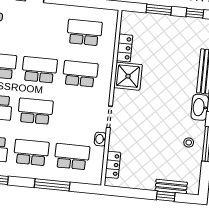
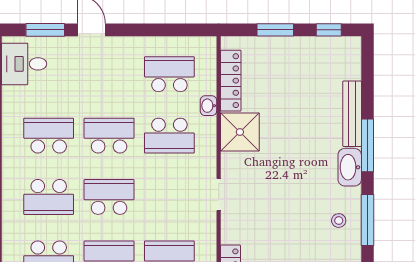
locker: (125, 48) -> (231, 81), width x1.53
school desk: (80, 74) -> (169, 136), turned 180
washbasin: (100, 139) -> (208, 106), moved

